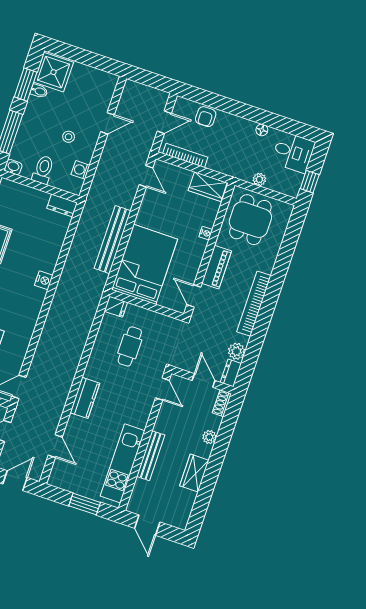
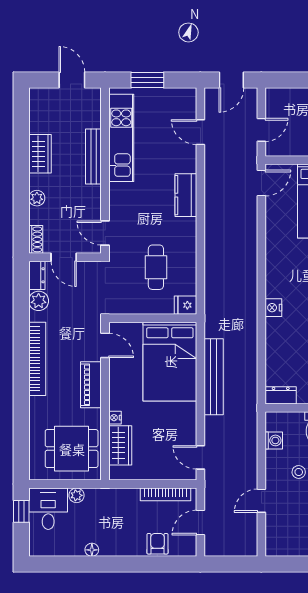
desk: (293, 152) -> (48, 509), moved, turned 90
wardrobe: (208, 187) -> (120, 445), moved, turned 90
dining table: (250, 220) -> (72, 449), turned 90

